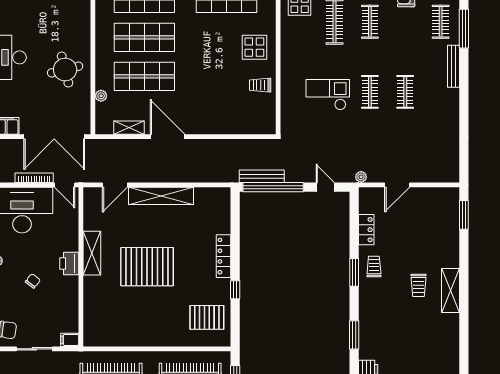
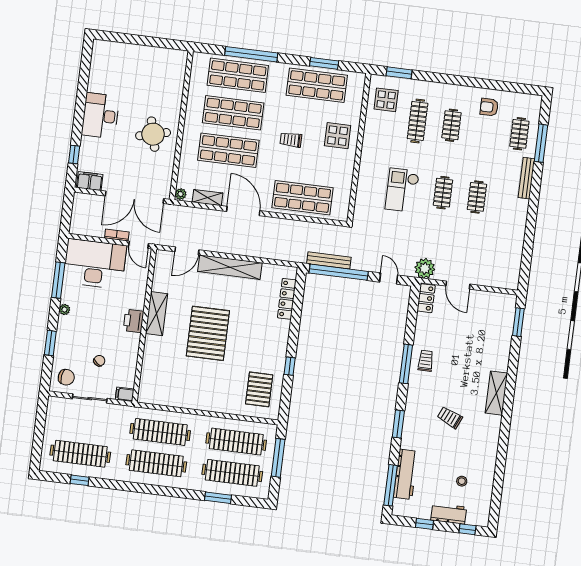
trolley: (260, 85) -> (291, 140), moved
checkout: (328, 95) -> (402, 190), turned -90
plant: (101, 96) -> (181, 194), moved
shop shelf: (227, 115) -> (303, 198), added
plant: (361, 177) -> (425, 268), width x1.88, depth x1.88
bookcase: (34, 178) -> (117, 235), width x0.64
door: (397, 185) -> (458, 285), hinge flipped
locker: (366, 230) -> (426, 298), moved
locker: (223, 256) -> (287, 299), moved
pallet: (147, 267) -> (208, 333), turned 90
window: (354, 272) -> (406, 364), width x1.44
chair: (33, 281) -> (99, 361), moved
trolley: (419, 285) -> (450, 417), moved, turned 114
pallet: (207, 317) -> (259, 389), turned 90

